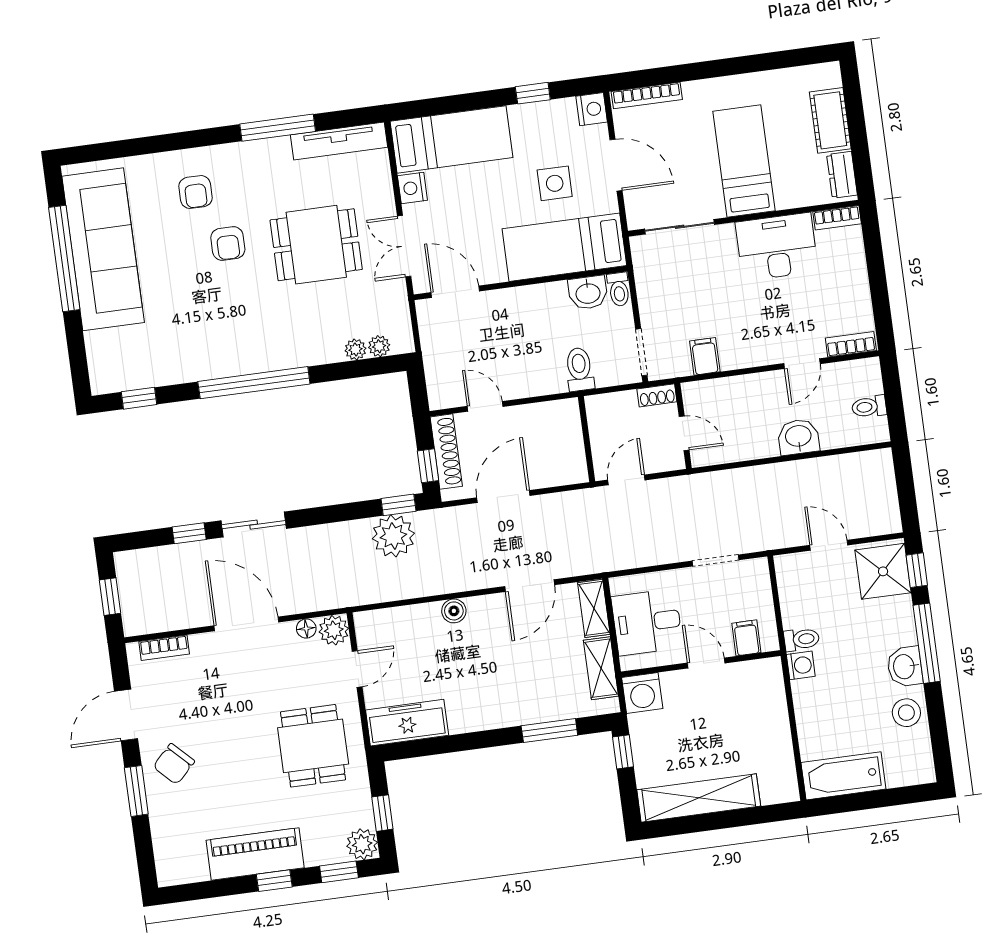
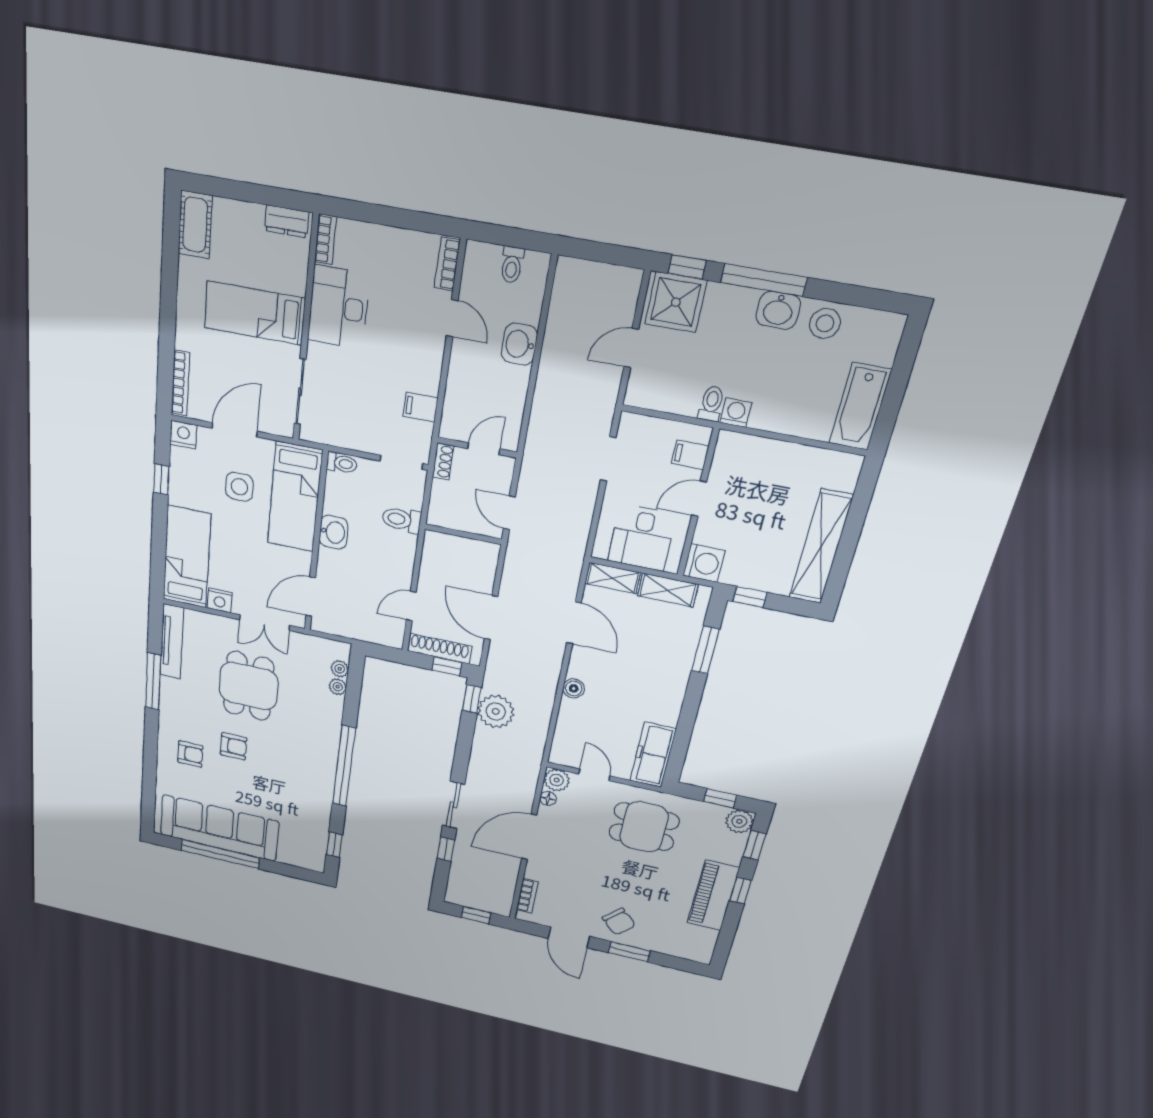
cot: (830, 120) -> (195, 225), moved, turned 90
washbasin: (588, 293) -> (333, 532), moved

